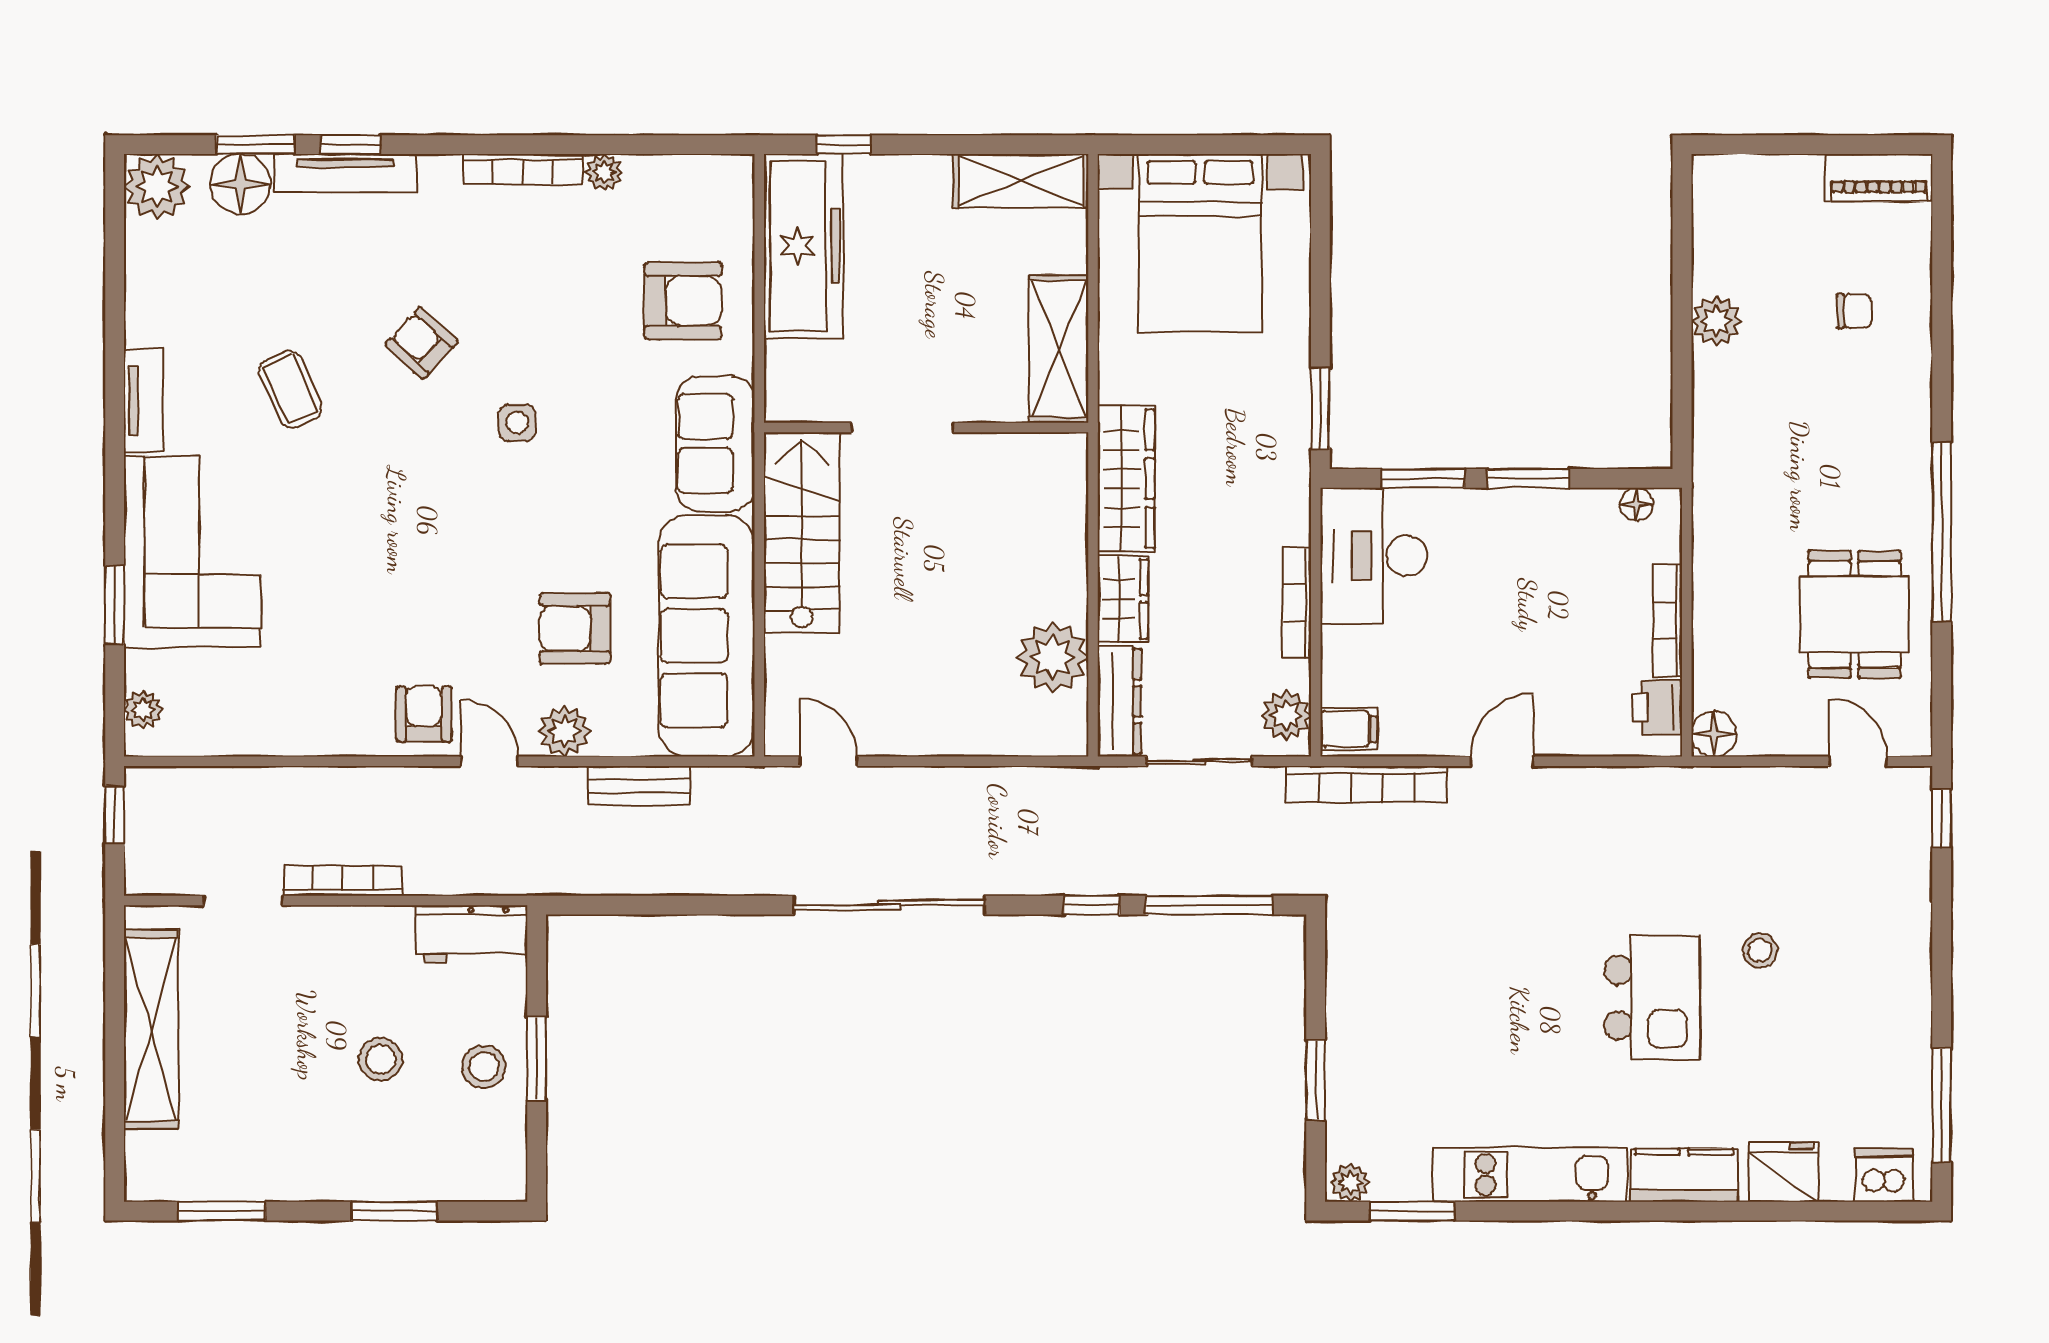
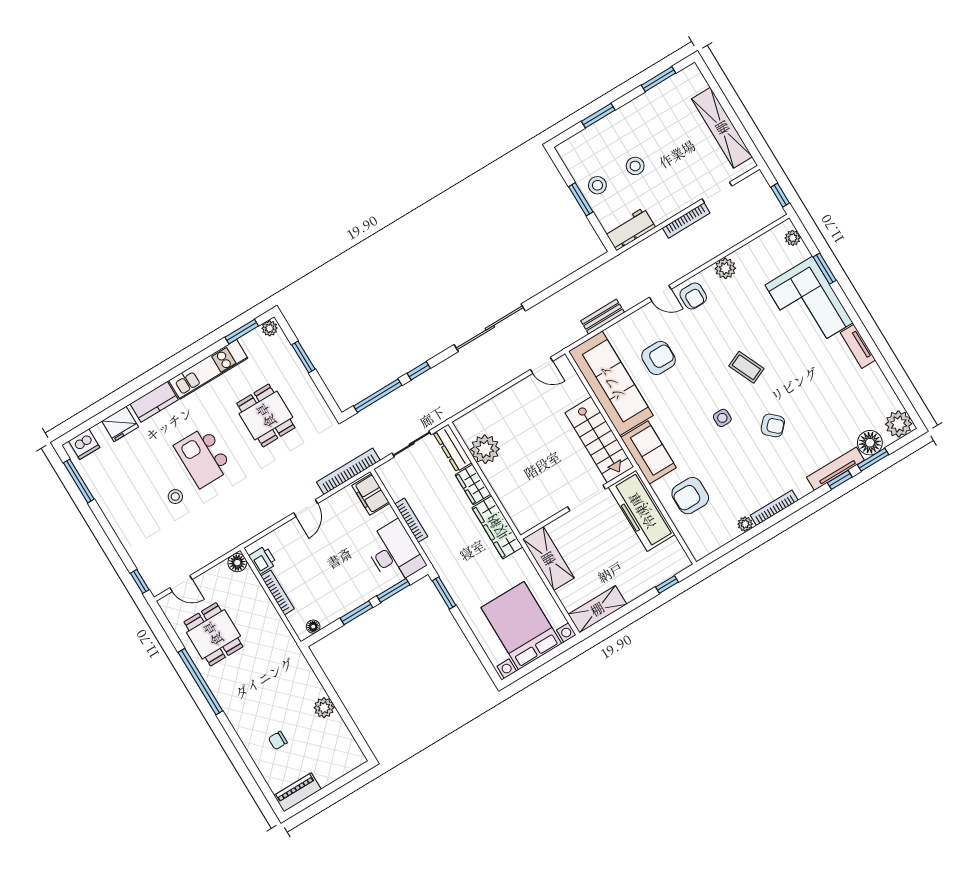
freezer: (803, 246) -> (642, 511), moved
coffee table: (290, 389) -> (746, 367), moved
plant: (1286, 715) -> (391, 478), removed
filing cabinet: (1349, 729) -> (371, 494), width x2.00
plant: (564, 731) -> (725, 268), moved
dining table: (1468, 1005) -> (266, 416), added

